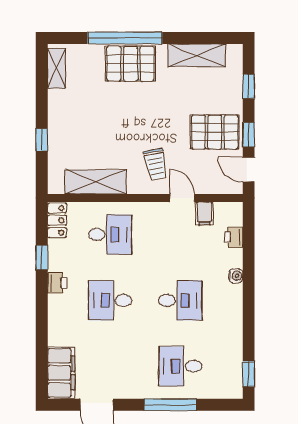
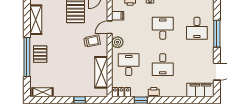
pallet: (130, 64) -> (40, 54), width x0.67, depth x0.71
plant: (153, 213) -> (118, 42), added

